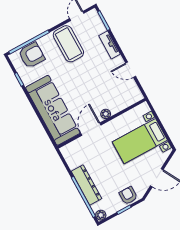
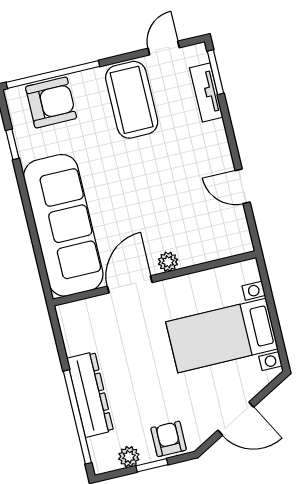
tv unit: (109, 45) -> (206, 93), moved
plant: (101, 215) -> (129, 457), moved

